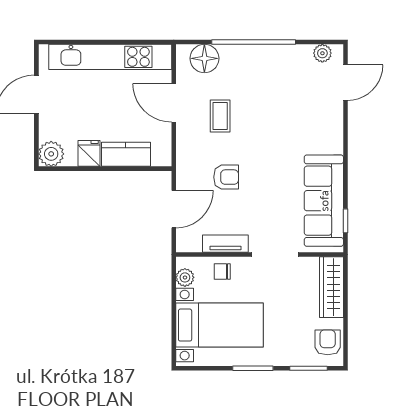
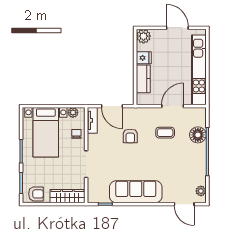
floor lamp: (204, 58) -> (198, 135), moved
sofa: (324, 201) -> (136, 192), moved
tv unit: (225, 244) -> (92, 120), moved

